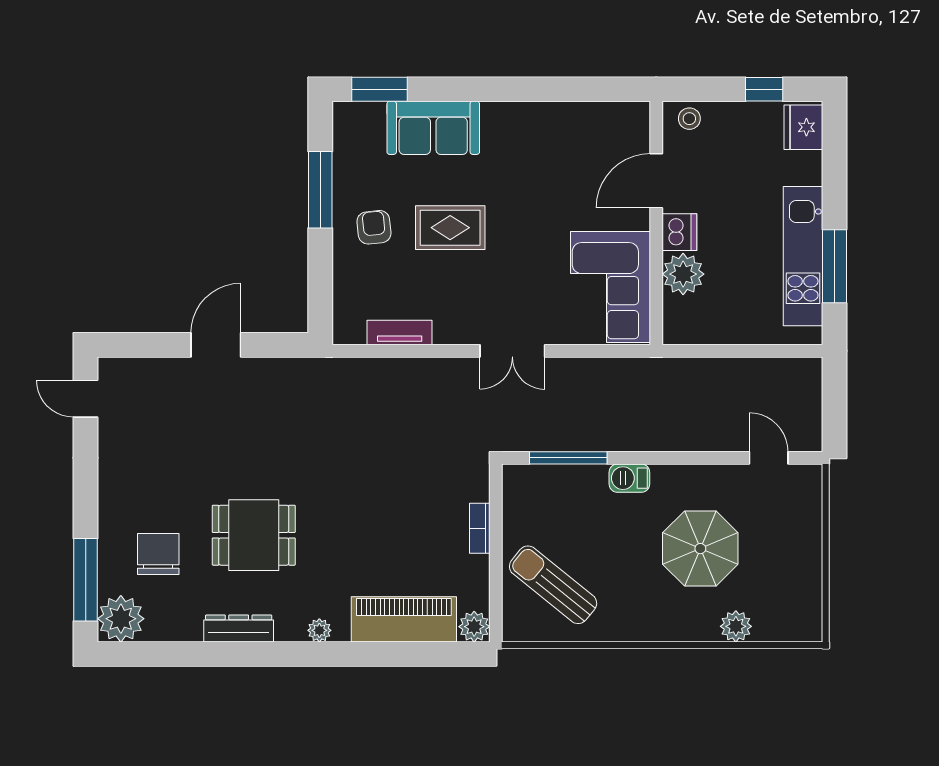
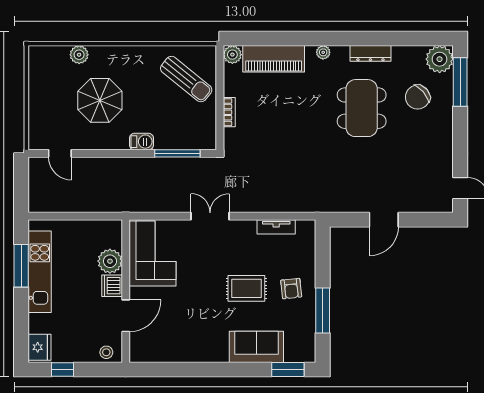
dining table: (254, 535) -> (362, 108), width x1.38
chair: (158, 554) -> (418, 97), turned 50

